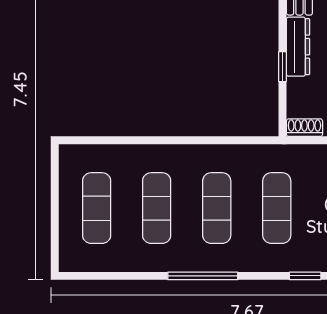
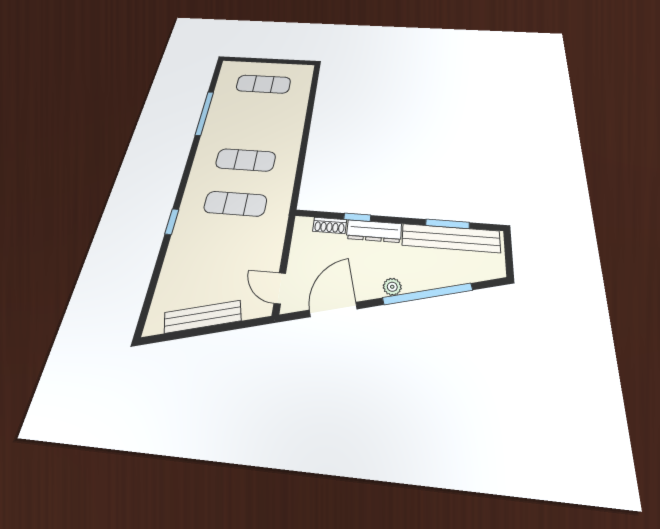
shoe rack: (304, 128) -> (330, 225), moved, turned 90
exercise mat: (157, 208) -> (255, 120), removed
window: (203, 276) -> (204, 113), moved

